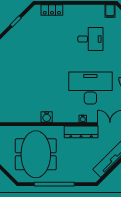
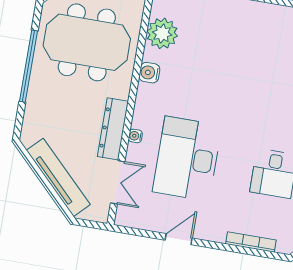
desk: (90, 88) -> (187, 159), turned 180
plant: (24, 114) -> (162, 33), added

